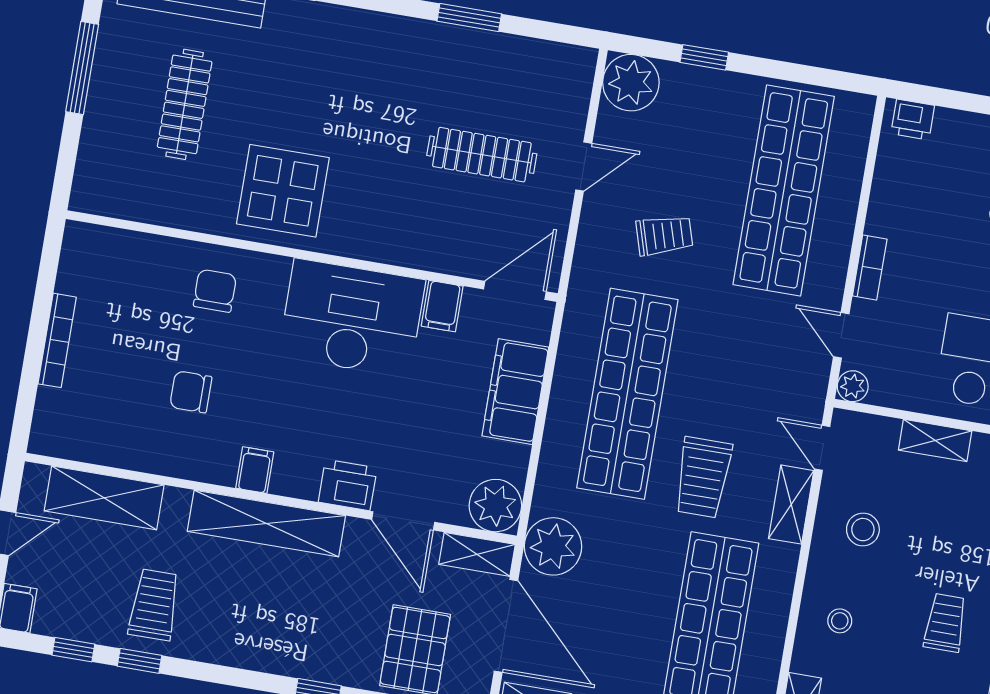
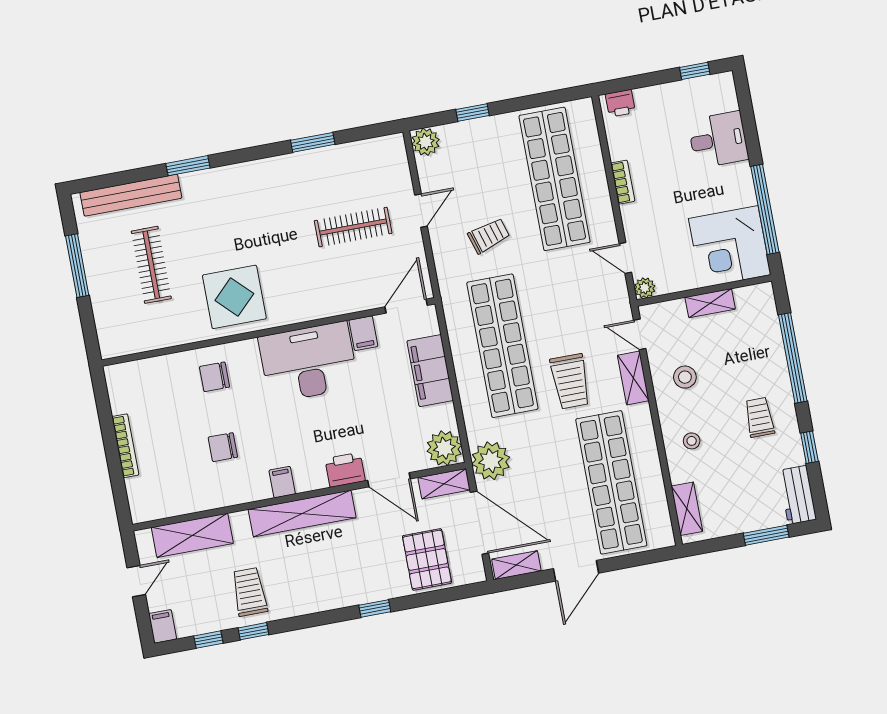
plant: (631, 83) -> (426, 142), width x0.73, depth x0.73
bookcase: (870, 268) -> (623, 182), moved
chair: (215, 291) -> (214, 377), turned -90

